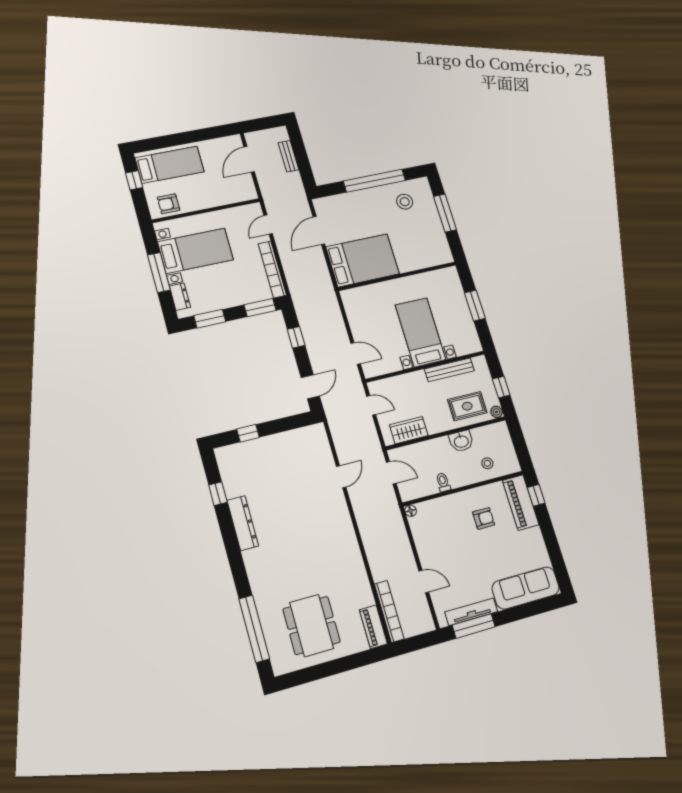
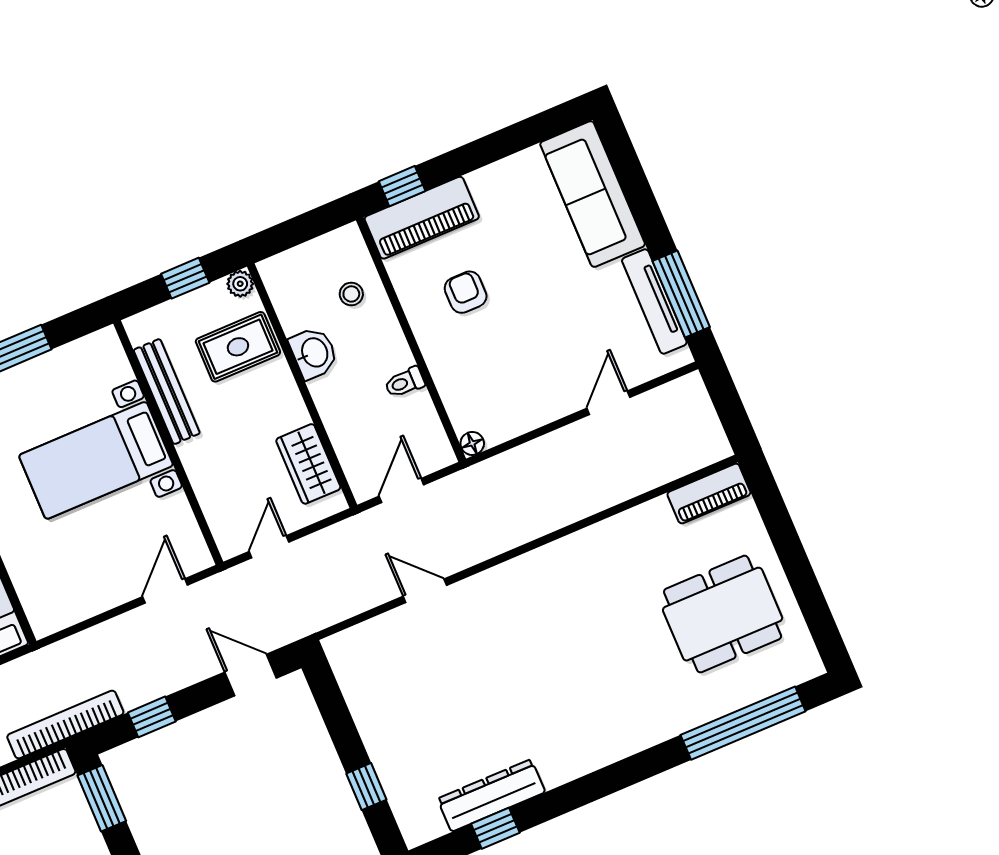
rug: (467, 406) -> (238, 347), turned 90
dresser: (243, 523) -> (491, 795), moved
bookcase: (389, 611) -> (65, 725), moved

